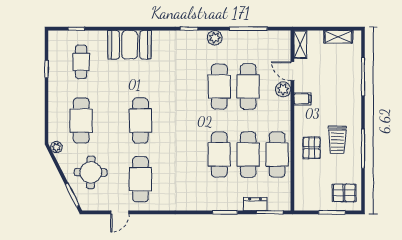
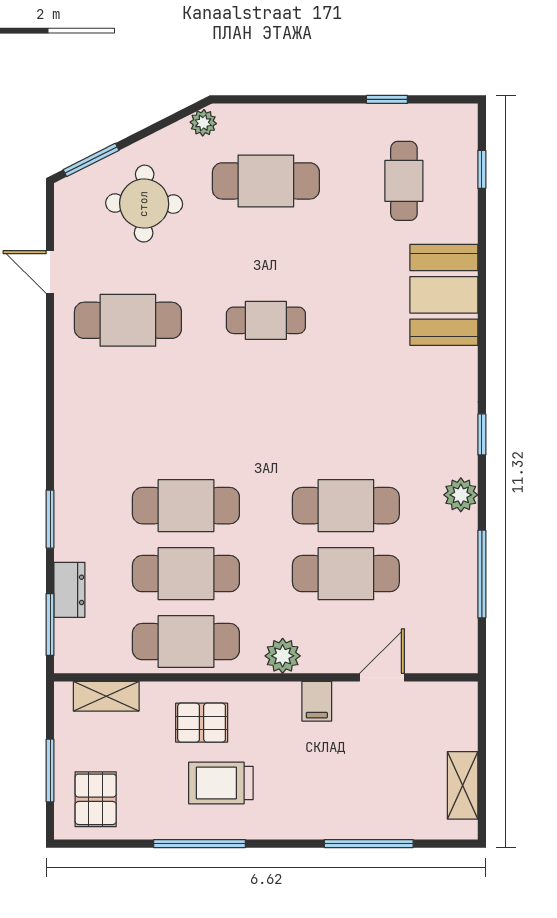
shelving: (300, 44) -> (106, 696), moved
cafe table: (81, 62) -> (404, 181), turned 90
plant: (283, 89) -> (283, 656), moved
cafe table: (140, 121) -> (266, 320), width x0.73, depth x0.74

